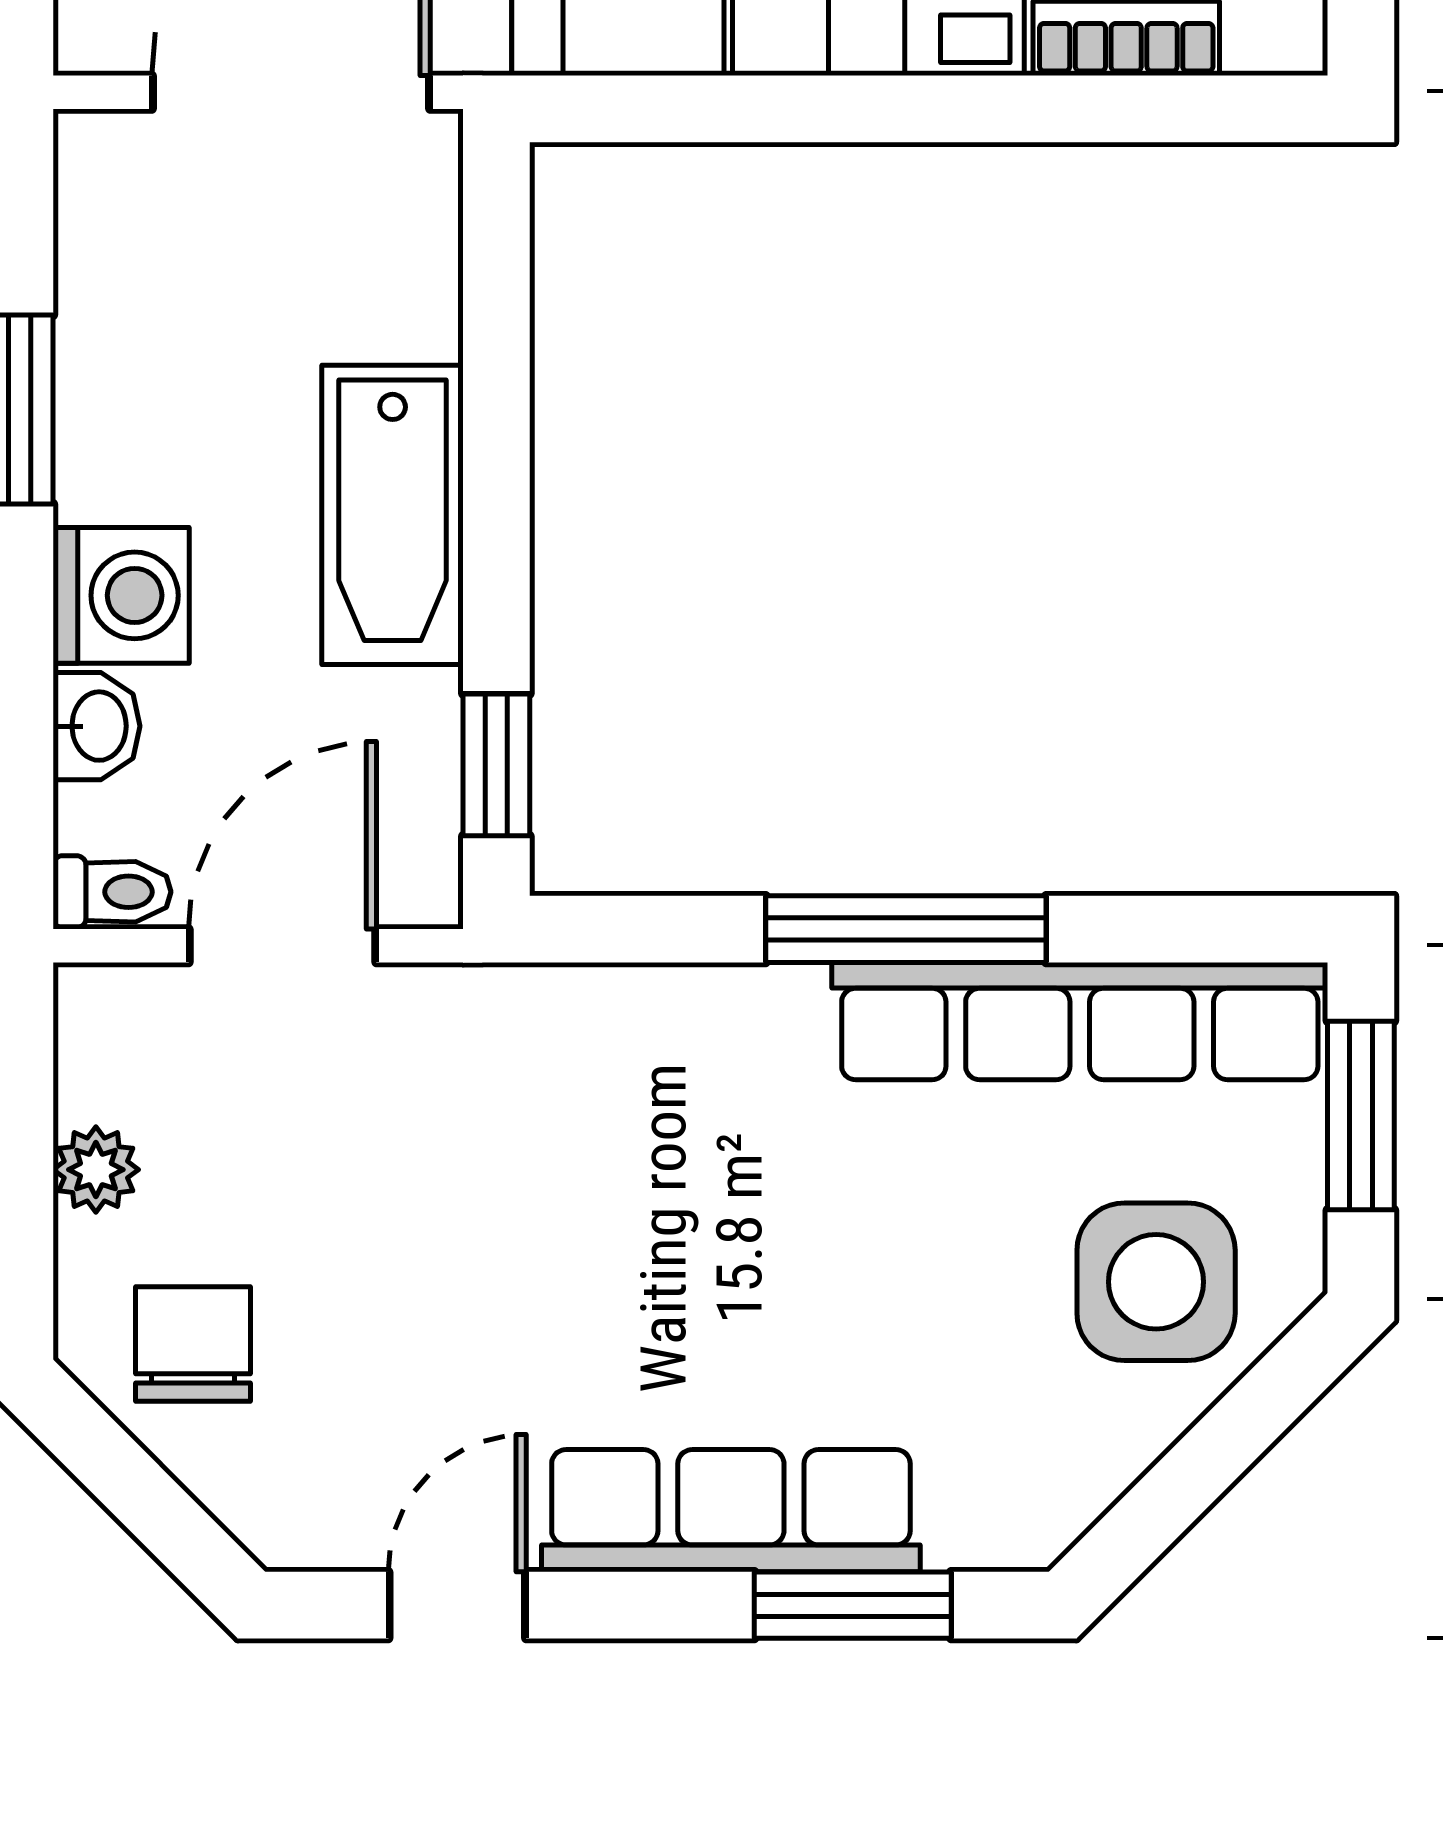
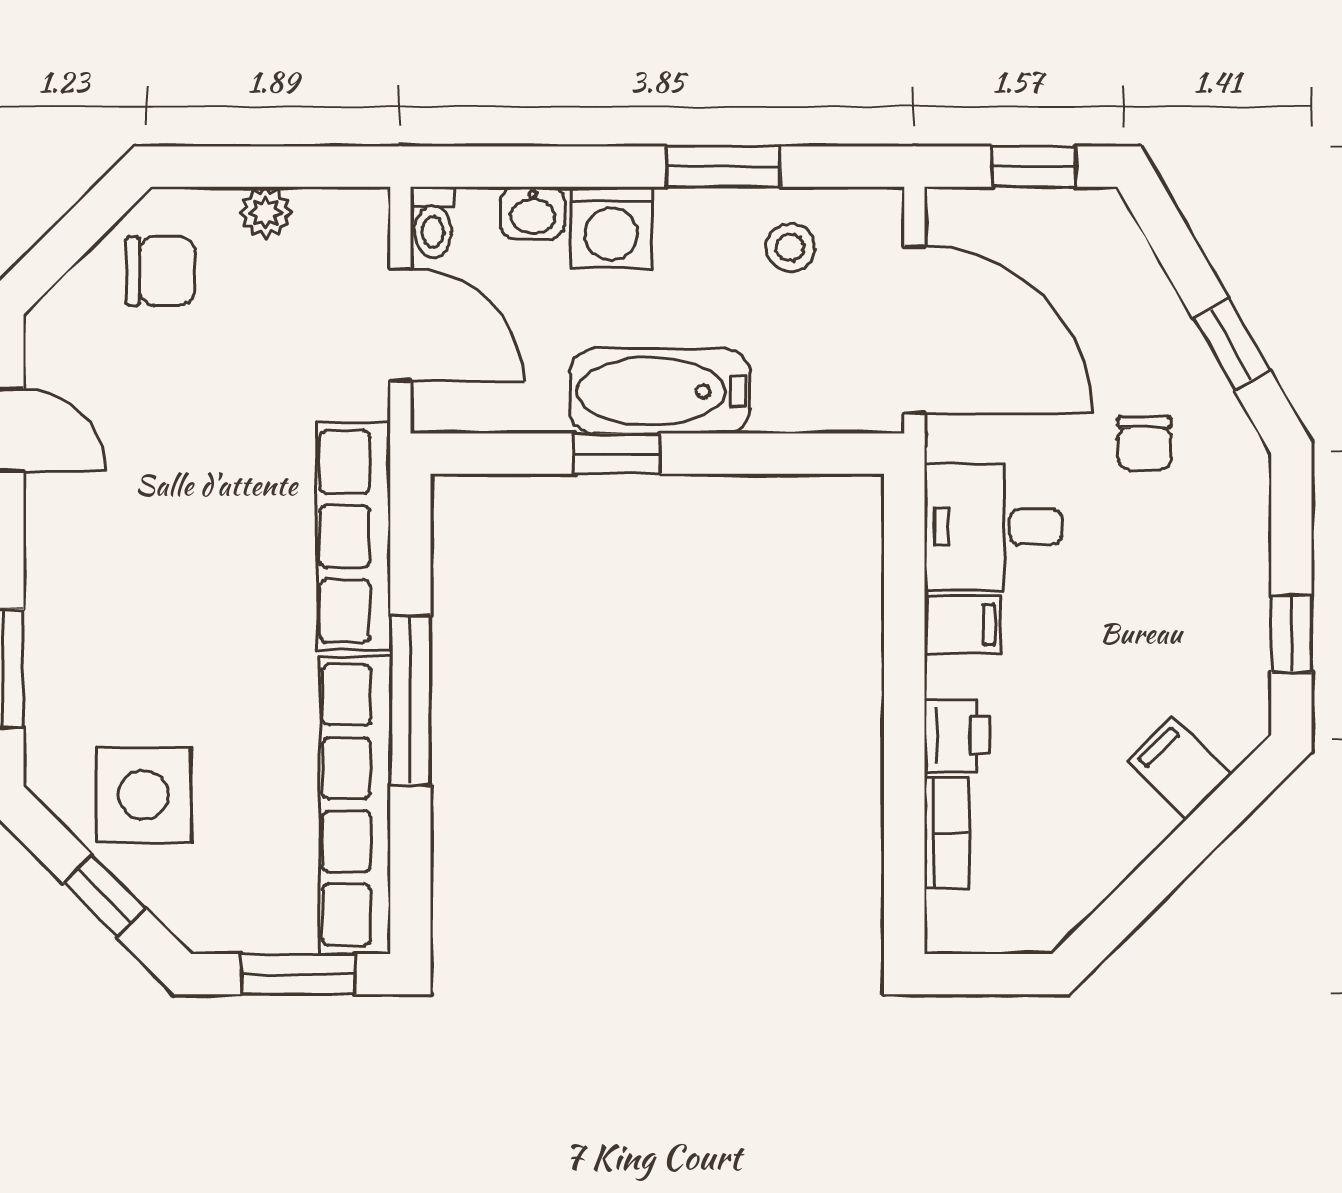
stool: (154, 298) -> (790, 247), added
window: (496, 765) -> (617, 454), moved
side table: (1156, 1282) -> (143, 795), moved
window: (1231, 1437) -> (105, 896), added
row of seats: (731, 1511) -> (354, 536), moved, turned 180

